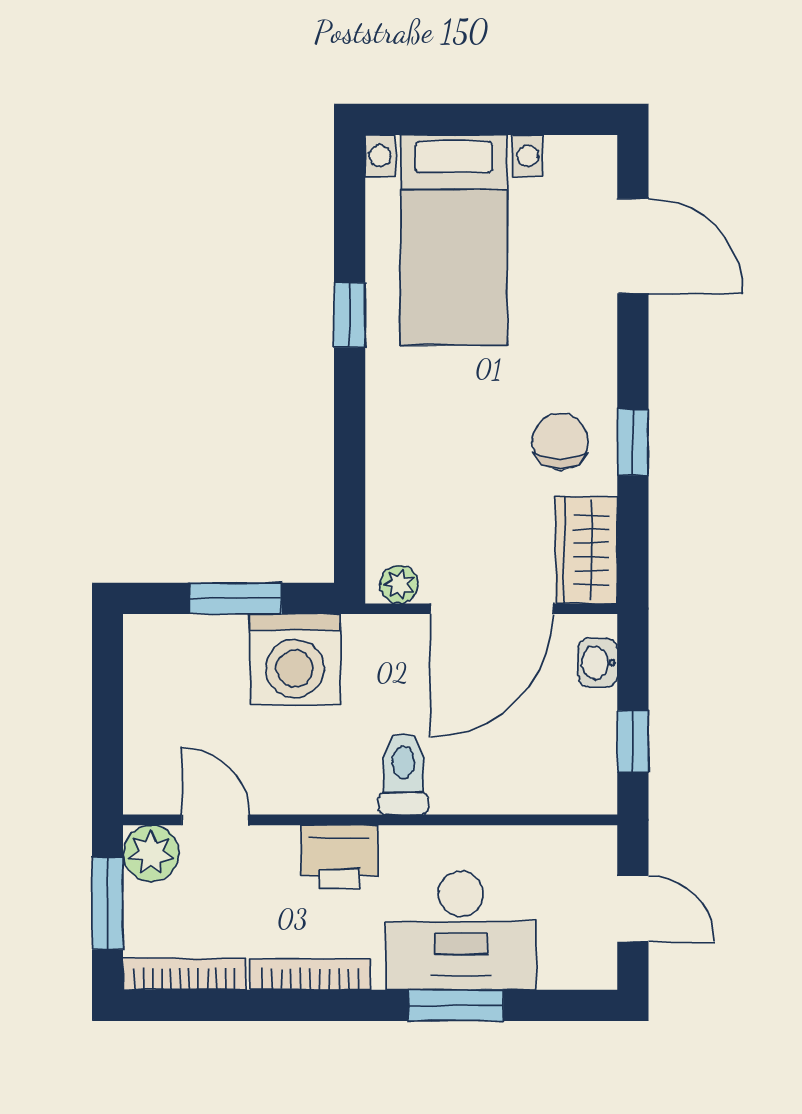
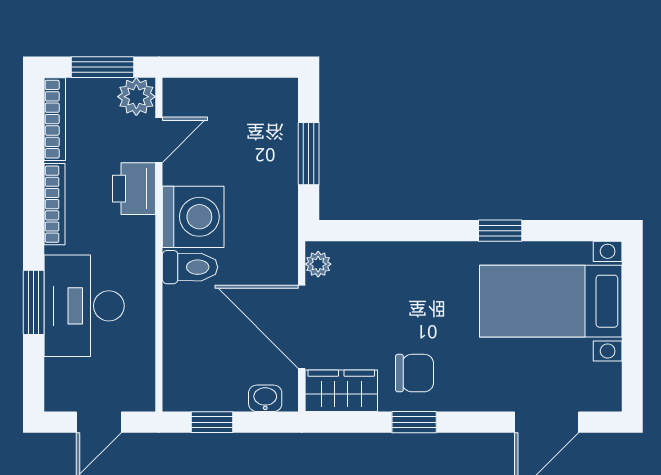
washing machine: (295, 659) -> (193, 217), moved, turned 180
printer: (339, 857) -> (134, 189), moved

